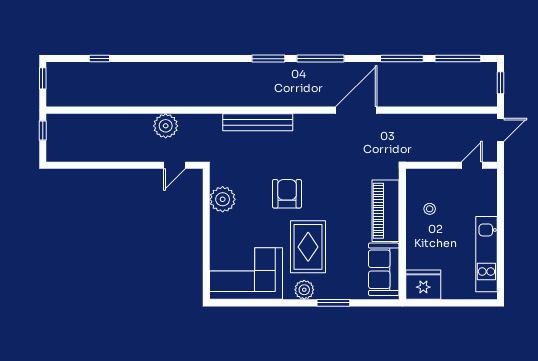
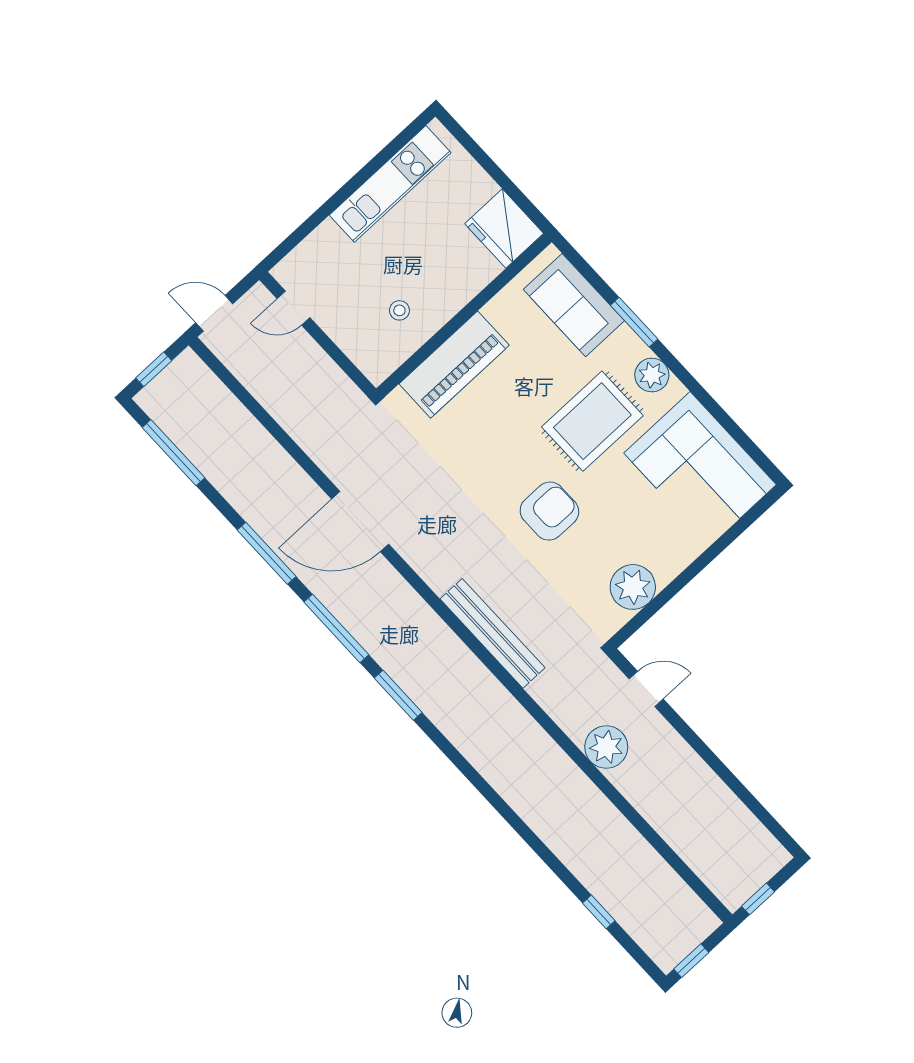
window: (402, 59) -> (267, 553), moved
armchair: (287, 194) -> (549, 511), turned 180
sofa: (384, 269) -> (574, 305), moved, turned 90

